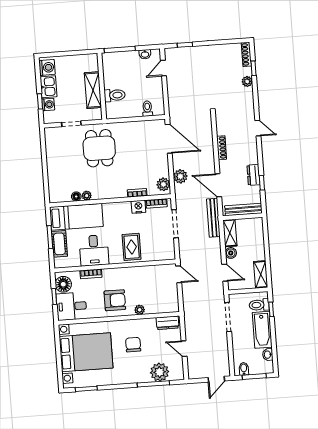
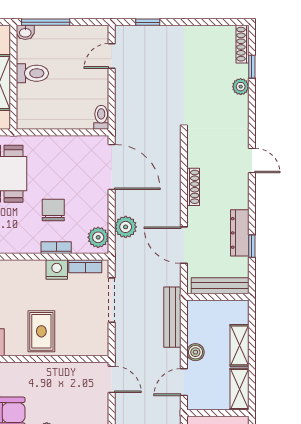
washbasin: (145, 54) -> (25, 32), moved
toilet: (115, 95) -> (32, 73), moved
toilet: (147, 109) -> (101, 117), moved
chair: (133, 169) -> (53, 210), added
dresser: (254, 175) -> (240, 233), width x1.44
bench: (213, 218) -> (172, 317), moved
shelving: (230, 233) -> (239, 345), moved
door: (225, 273) -> (184, 382), swing flipped

